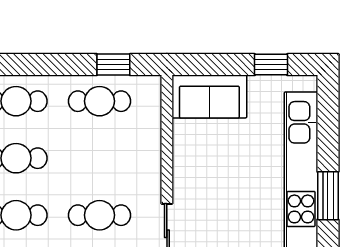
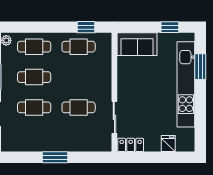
window: (328, 196) -> (200, 67), moved

